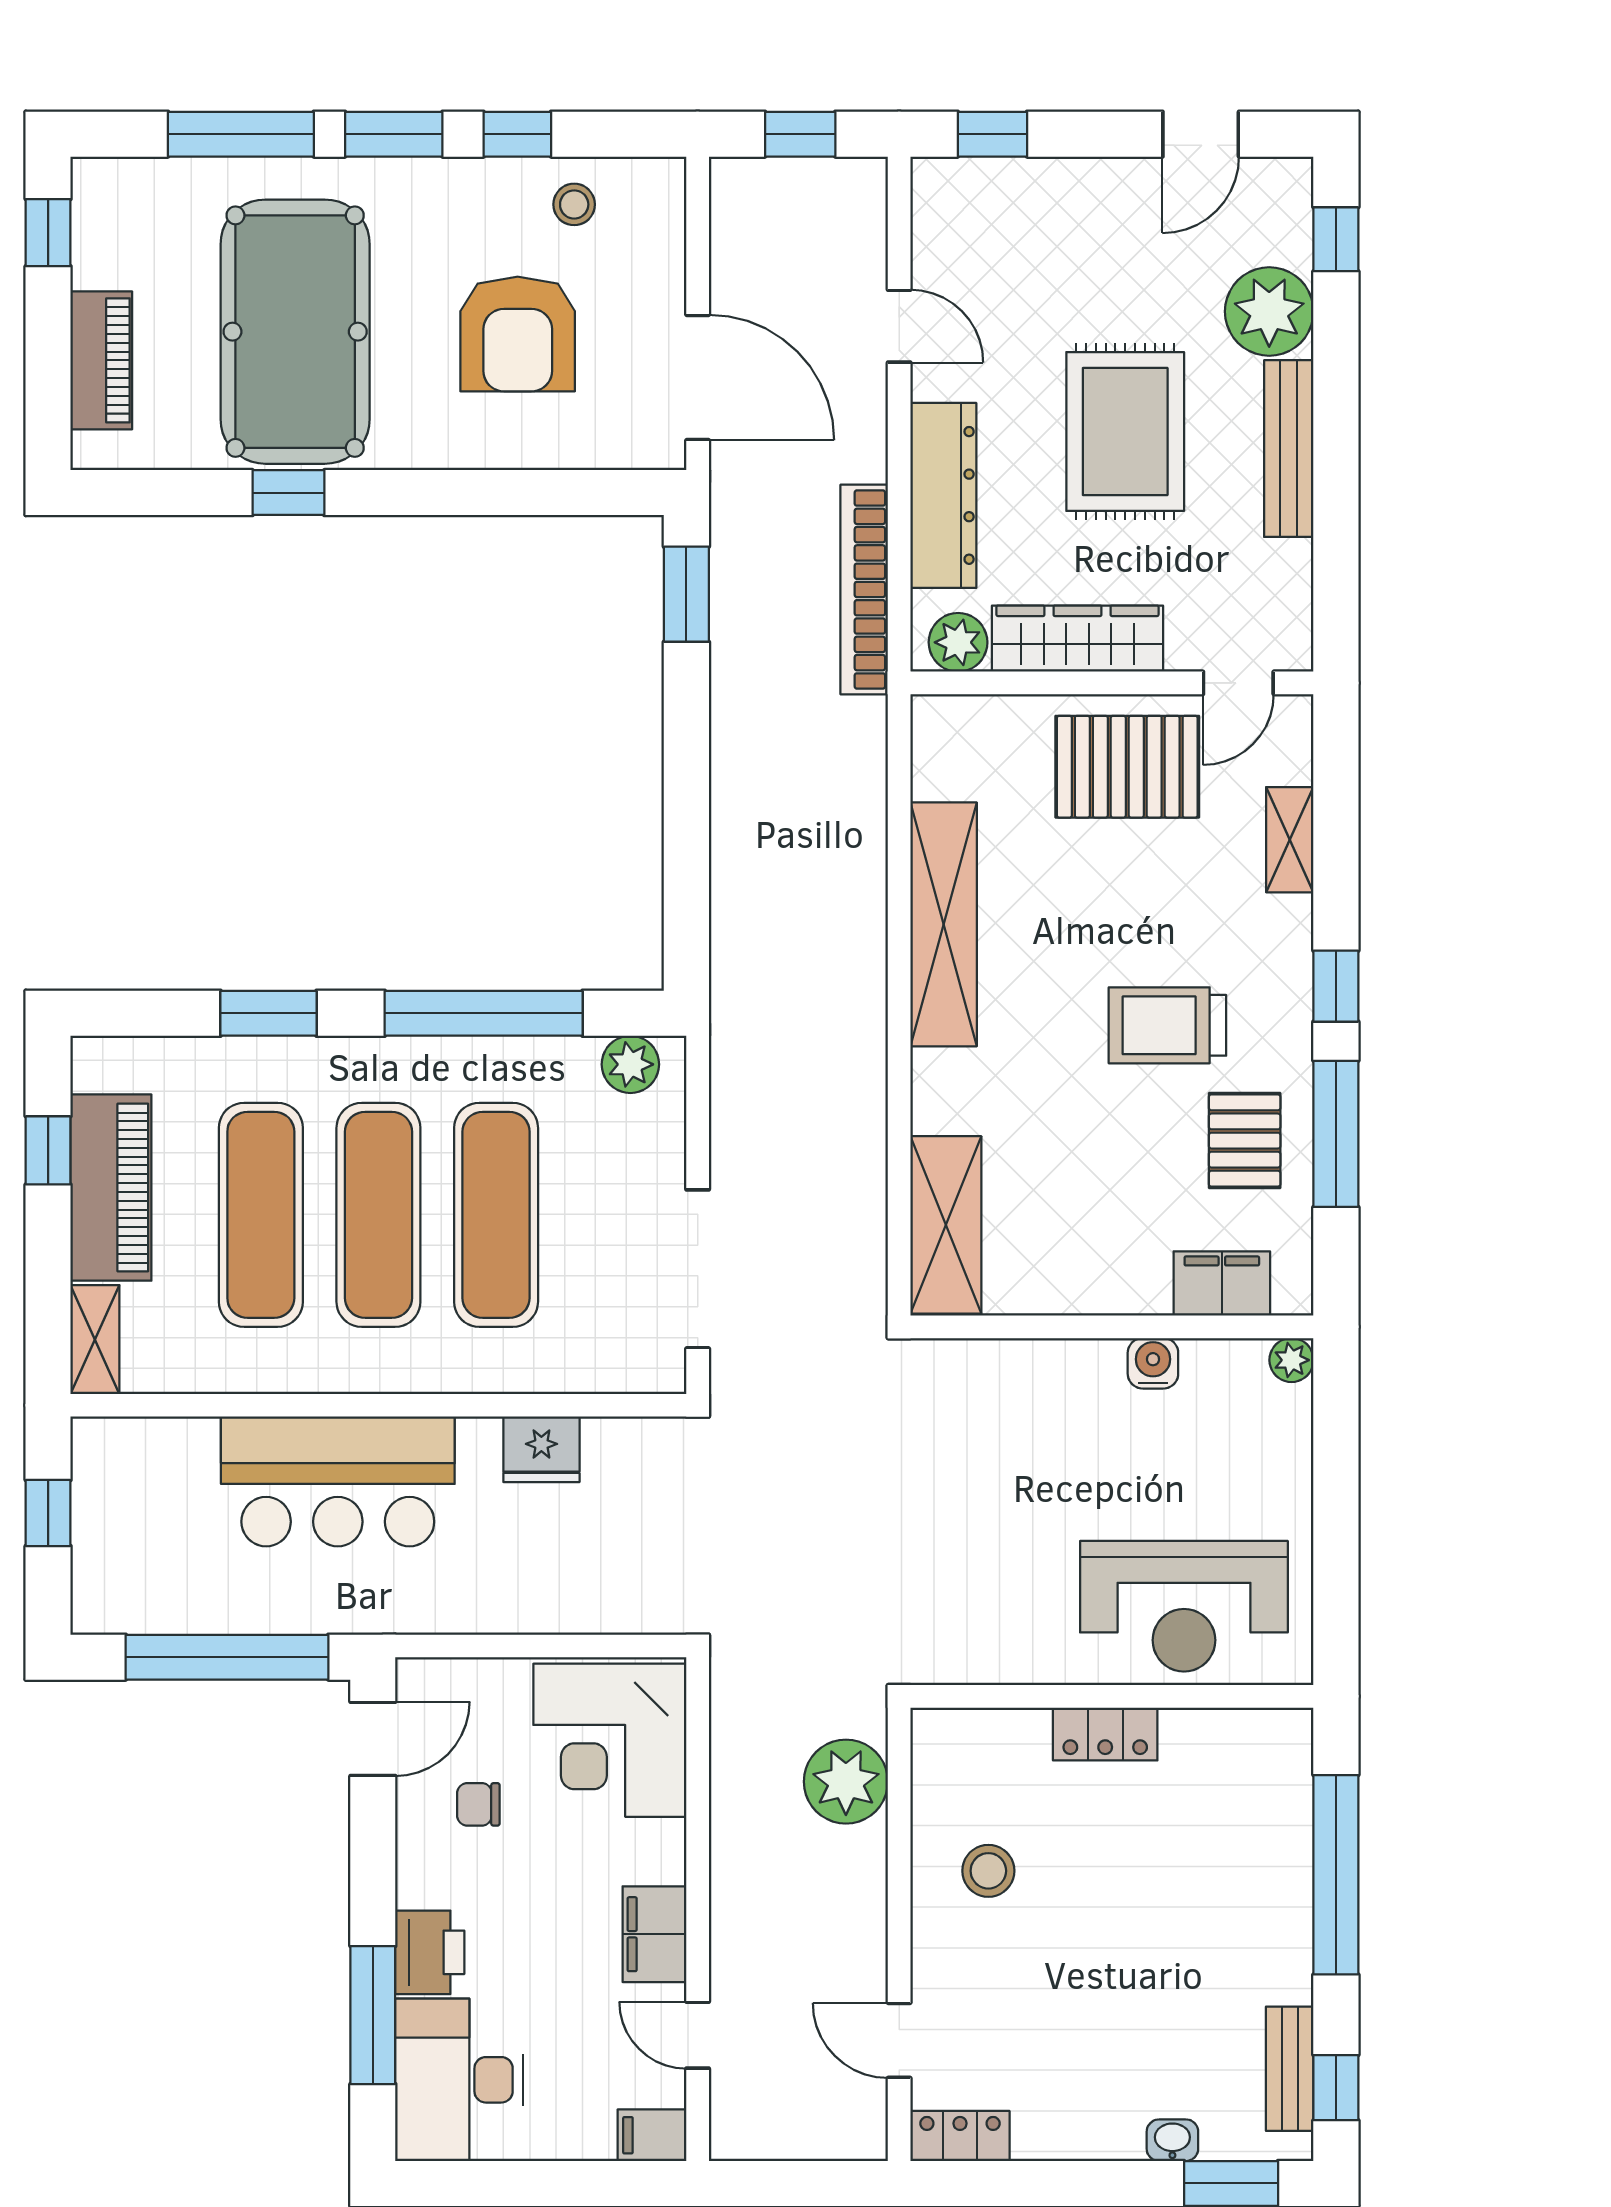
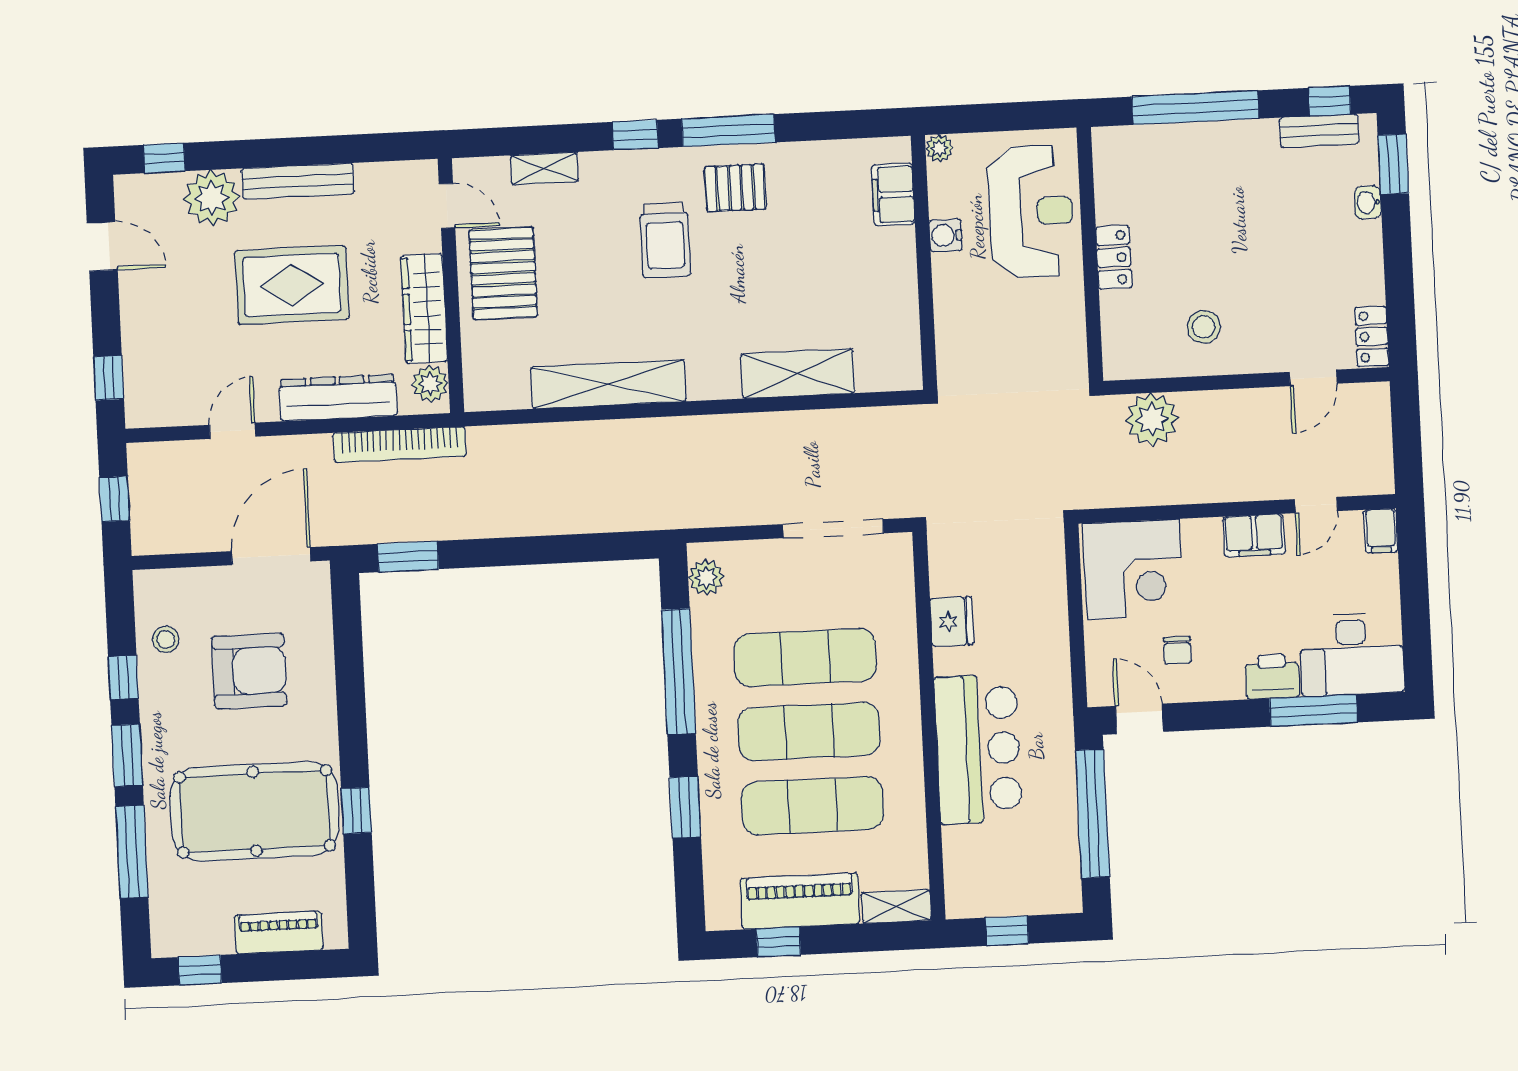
filing cabinet: (1222, 1283) -> (893, 194), moved
wall: (1112, 1327) -> (924, 262), moved
plant: (1291, 1360) -> (939, 148), moved
water cooler: (1153, 1363) -> (946, 235), moved

